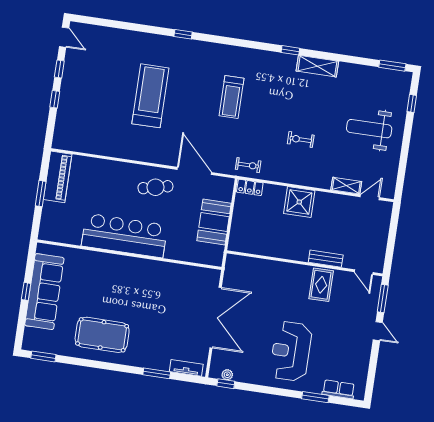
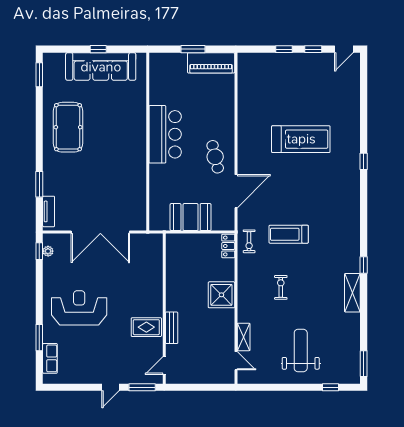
treadmill: (232, 97) -> (289, 234), moved
bar counter: (124, 236) -> (165, 134), width x0.73

